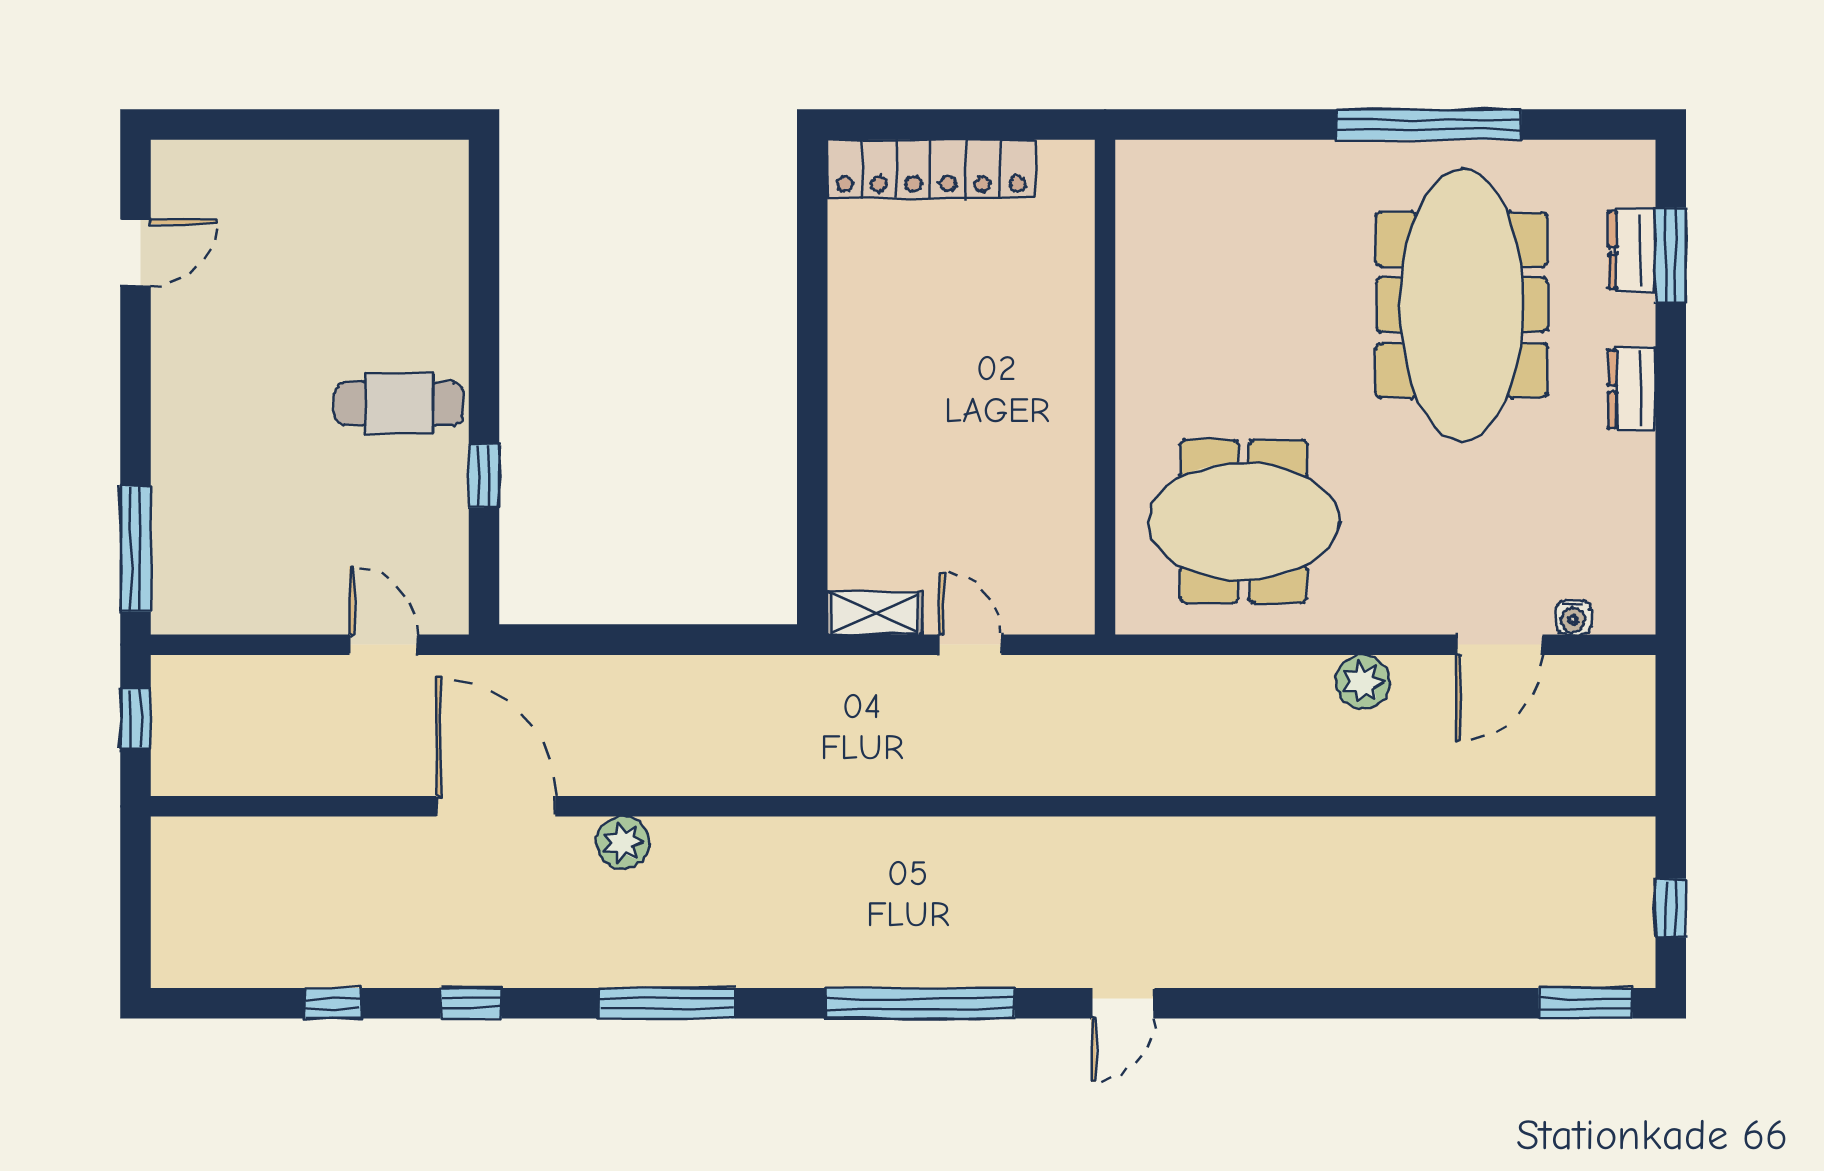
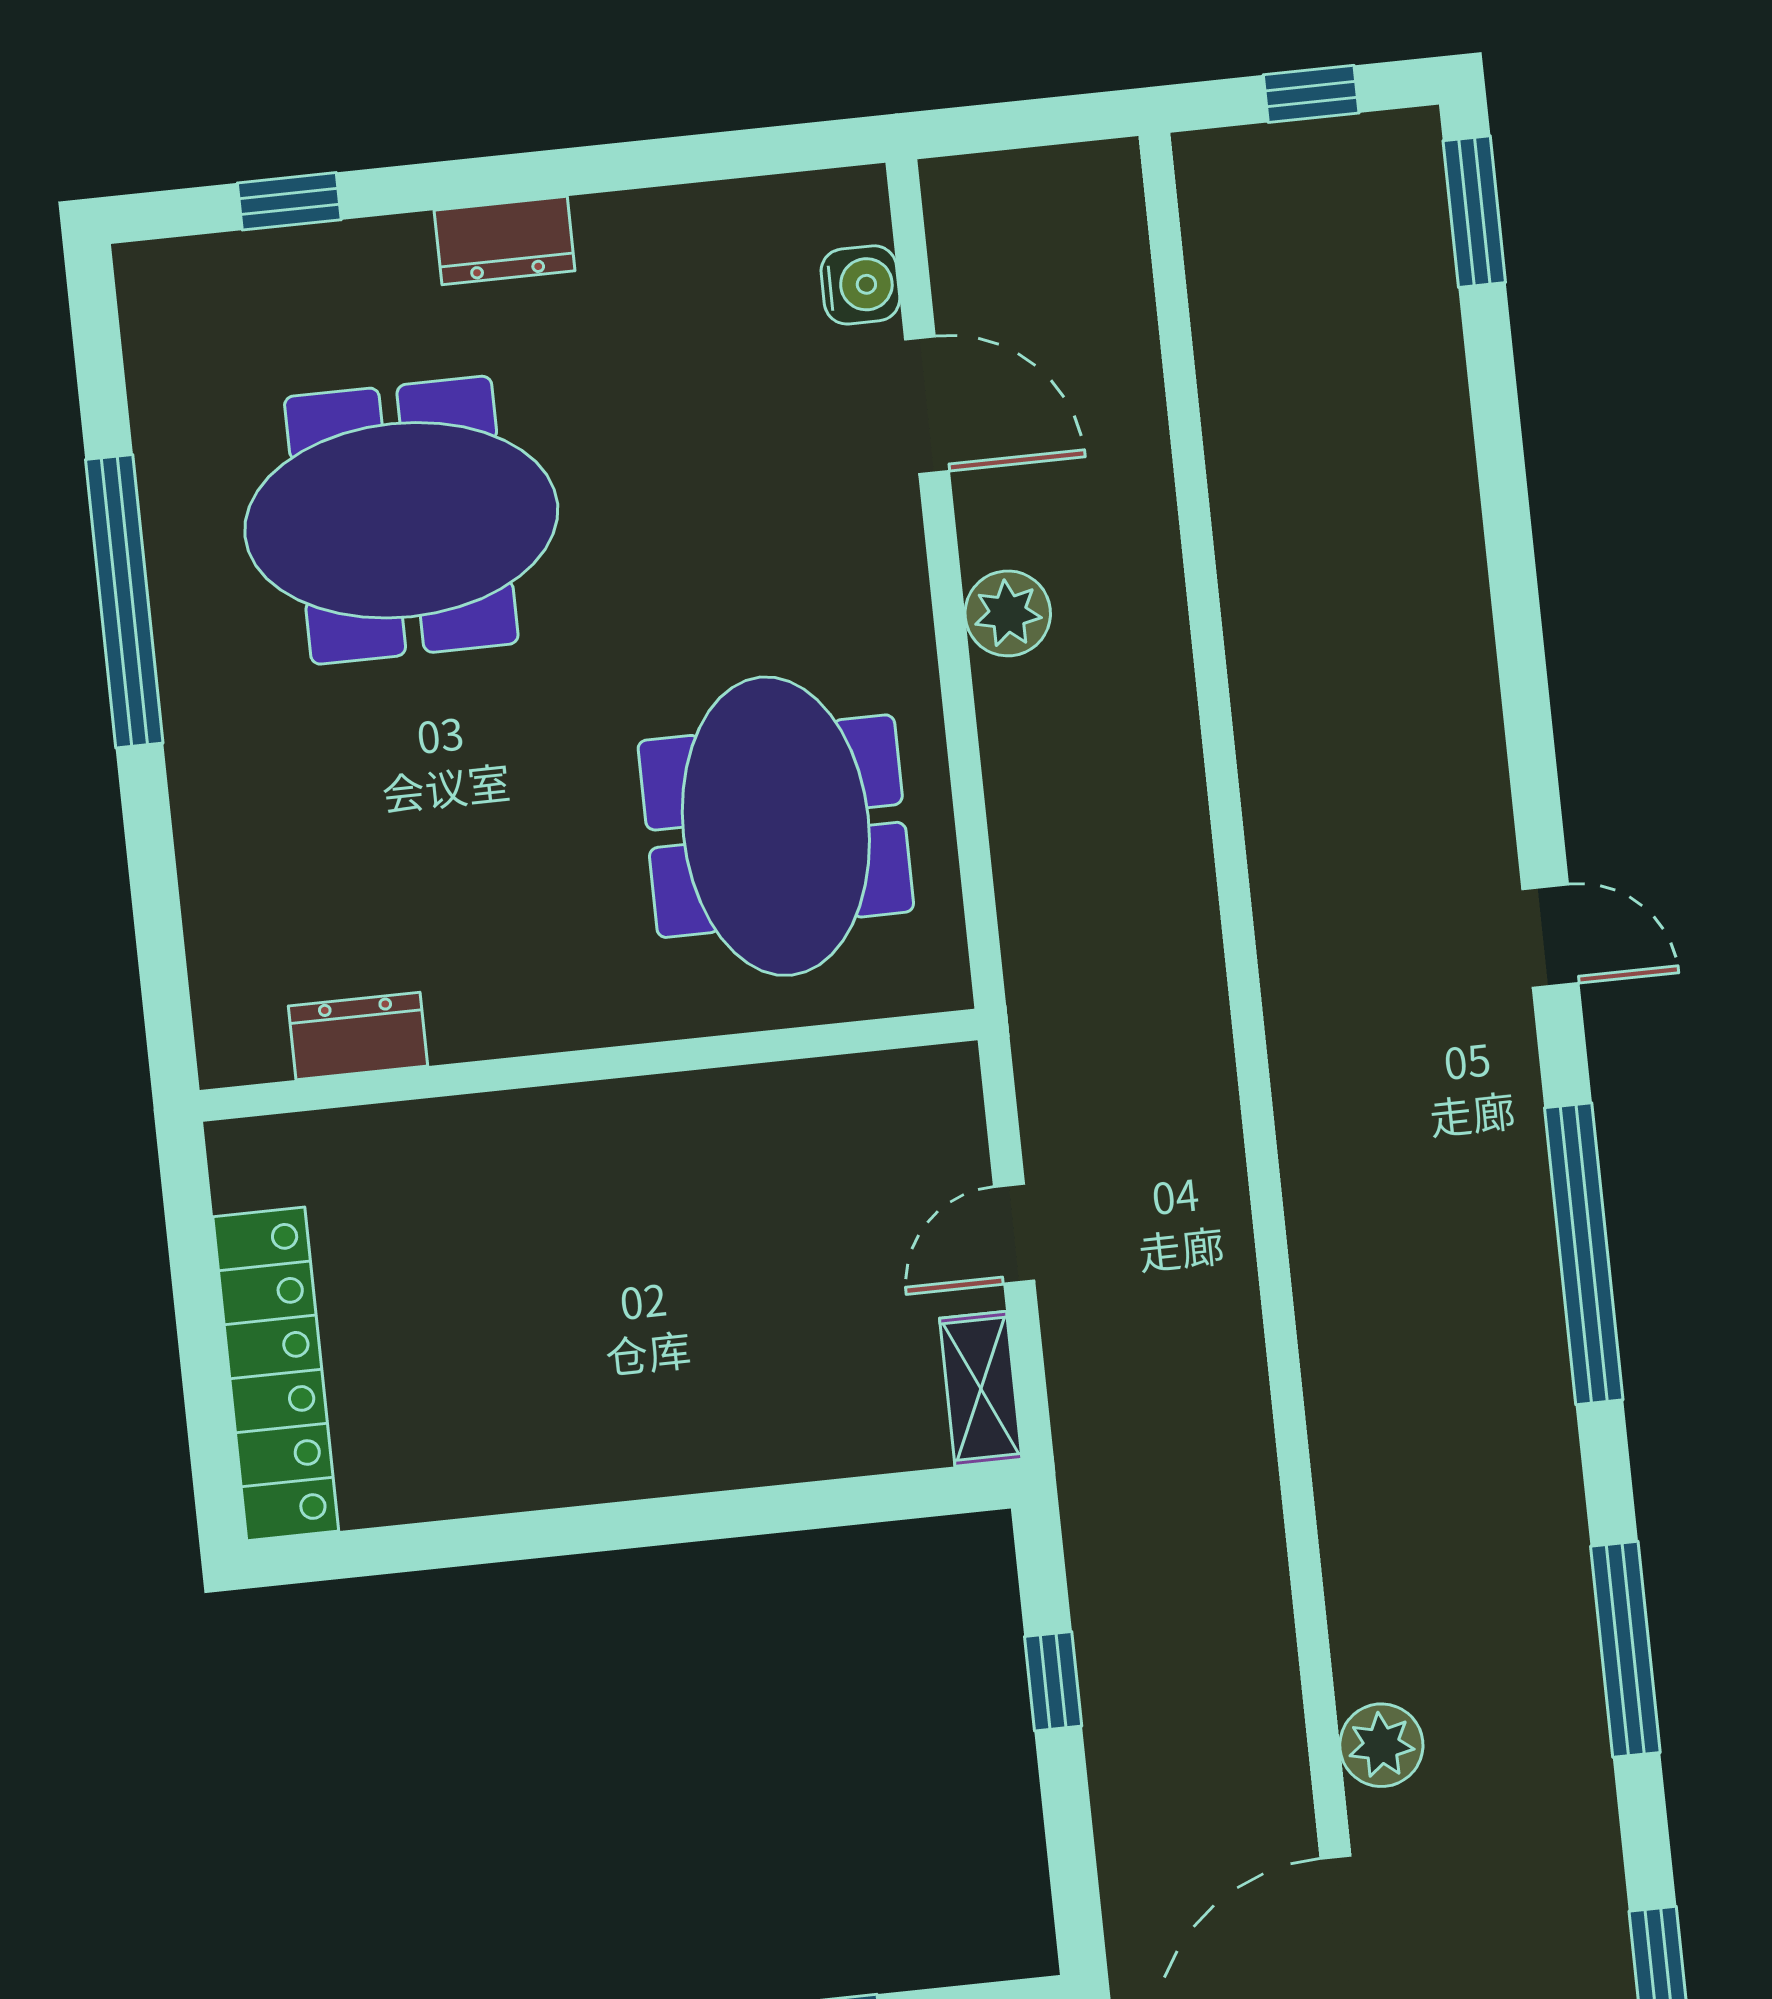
dresser: (1632, 250) -> (358, 1036), moved, turned 180
window: (1671, 255) -> (289, 201), width x0.67
meeting table: (1462, 305) -> (401, 520), width x0.73
water cooler: (1573, 617) -> (860, 285), width x1.38, depth x1.38
window: (685, 640) -> (1053, 1681), added

